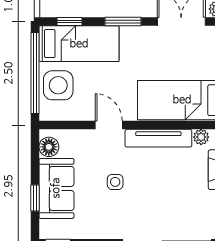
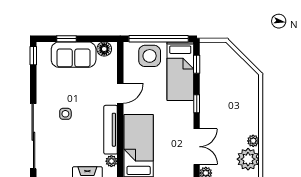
window: (123, 21) -> (197, 104), width x0.67
side table: (115, 182) -> (65, 114), moved

